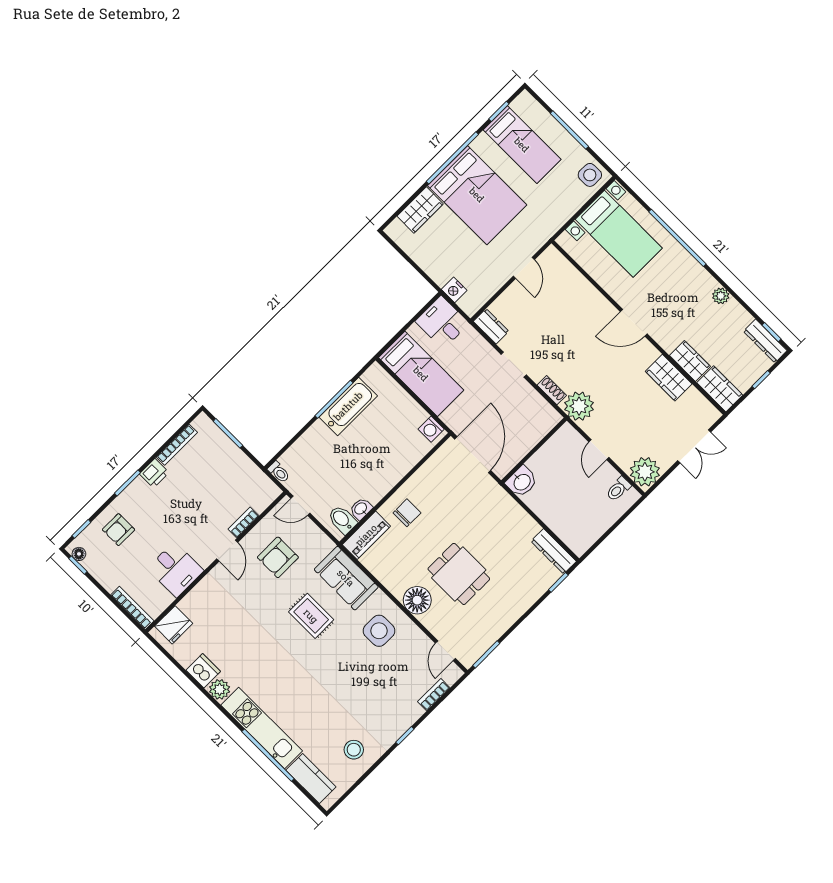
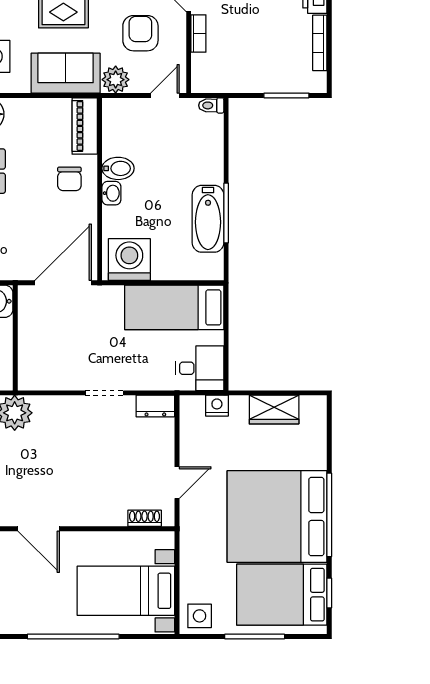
bed: (522, 145) -> (282, 595), width x1.50
bed: (477, 195) -> (277, 517), width x1.36
wardrobe: (420, 210) -> (274, 410), moved, turned -90
door: (524, 268) -> (177, 483), swing flipped
door: (634, 323) -> (39, 529), swing flipped
shoe rack: (552, 390) -> (145, 518), moved, turned 180
washing machine: (431, 429) -> (129, 260), width x1.89, depth x1.89
door: (473, 455) -> (63, 283), swing flipped
washbasin: (361, 509) -> (111, 193), moved
bidet: (342, 520) -> (118, 168), moved
plant: (320, 545) -> (116, 80), added

